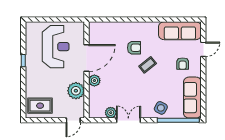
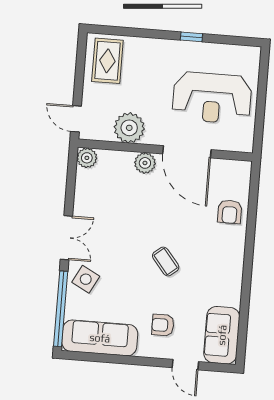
sofa: (180, 31) -> (222, 335), width x0.73
armchair: (134, 48) -> (230, 212), moved
plant: (111, 113) -> (87, 158), moved
double door: (128, 120) -> (66, 238), moved

